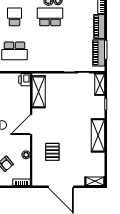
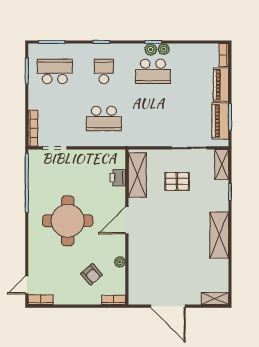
school desk: (50, 17) -> (153, 71), turned 180
printer: (25, 80) -> (118, 178), moved
pallet: (52, 152) -> (177, 181), moved, turned 90

